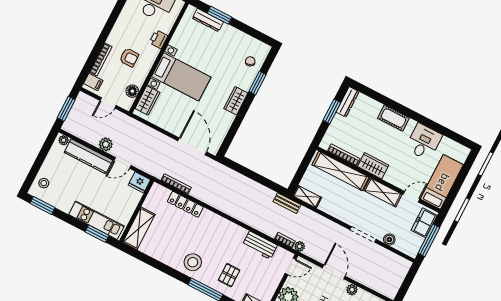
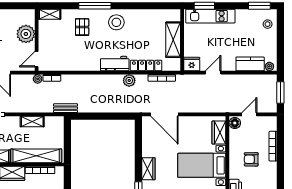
filing cabinet: (93, 82) -> (270, 125), removed
floor lamp: (132, 91) -> (235, 123), moved
plant: (106, 144) -> (129, 80), moved
kitchen counter: (88, 156) -> (250, 64), width x0.67
shelving: (307, 197) -> (32, 122), moved
shelving: (139, 228) -> (173, 40), moved
workbench: (260, 245) -> (115, 64), moved

